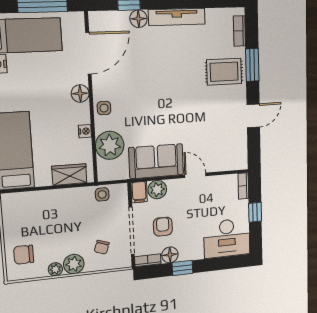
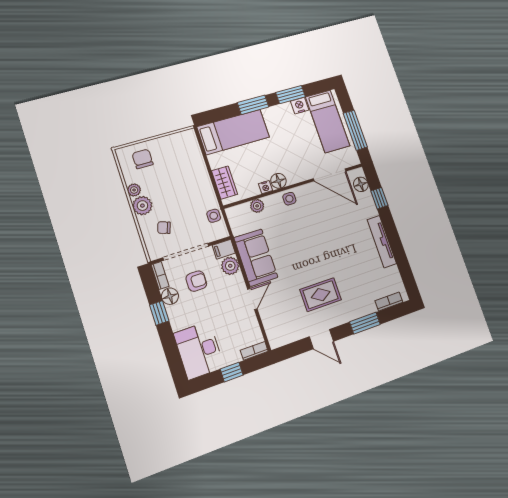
floor lamp: (139, 19) -> (361, 184), moved
rug: (224, 72) -> (321, 295), moved, turned 90
floor lamp: (80, 93) -> (278, 181), moved
plant: (110, 145) -> (257, 206), width x0.53, depth x0.53

